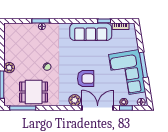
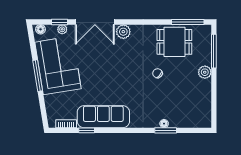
armchair: (86, 79) -> (110, 59), removed

